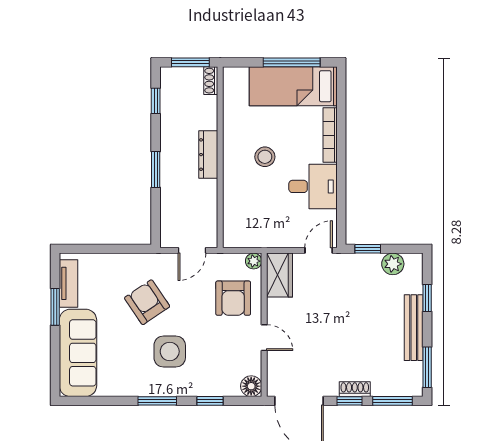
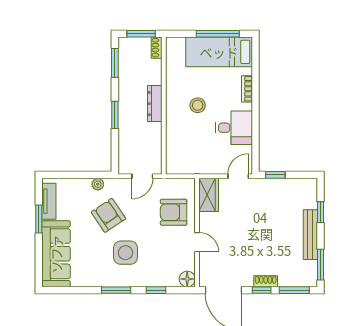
window: (156, 101) -> (115, 63), width x1.50
bookcase: (330, 135) -> (247, 89), width x0.64
plant: (254, 261) -> (98, 184), moved
plant: (393, 264) -> (294, 186), removed
armchair: (233, 298) -> (174, 212), turned 90

